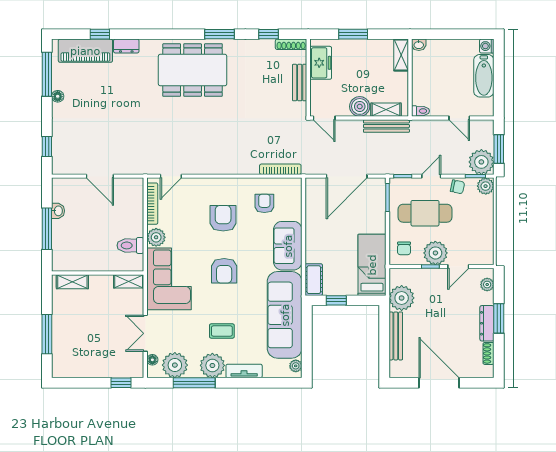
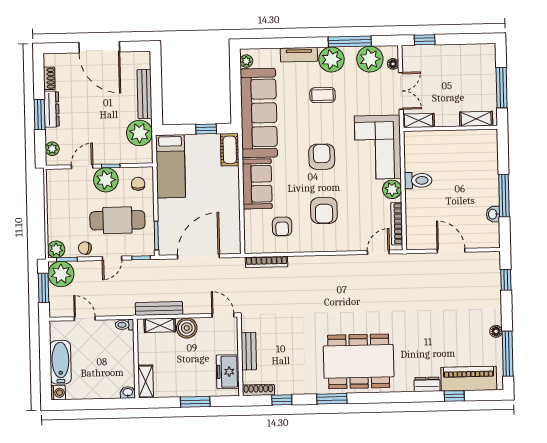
wall: (98, 273) -> (450, 128), moved
shelving: (129, 281) -> (419, 121), moved
shelving: (72, 282) -> (476, 119), moved

